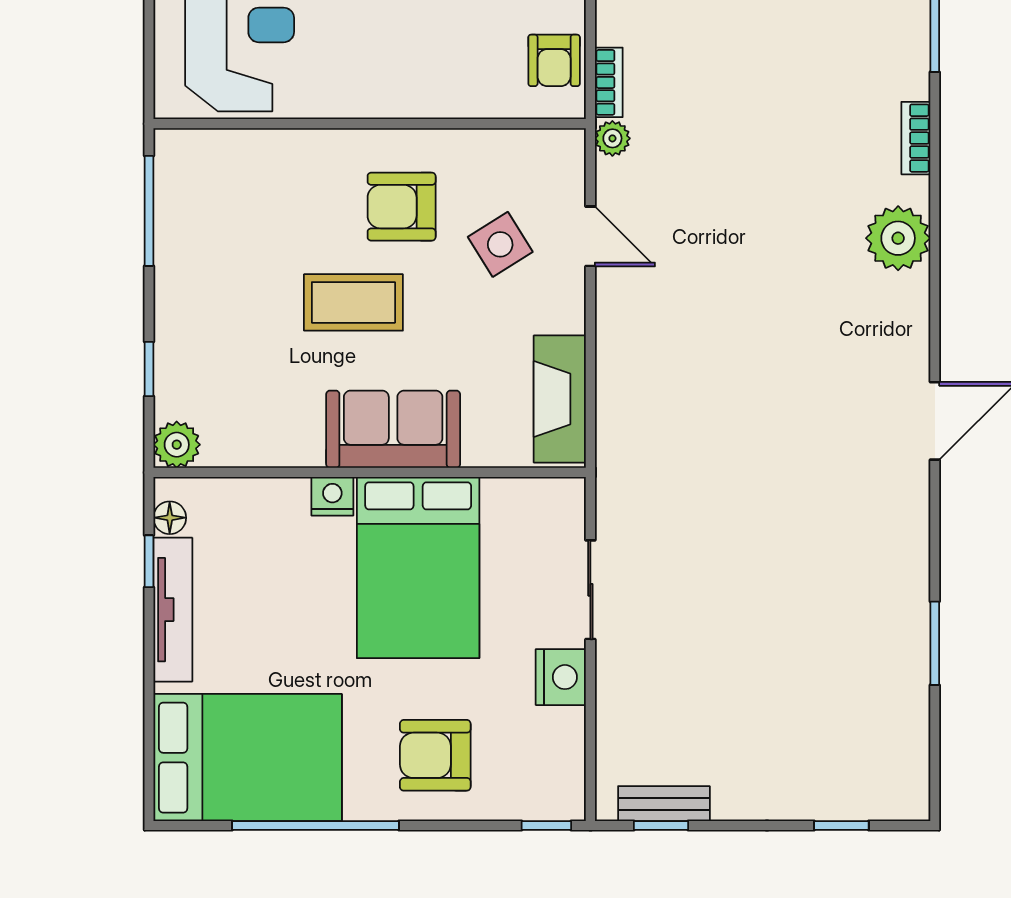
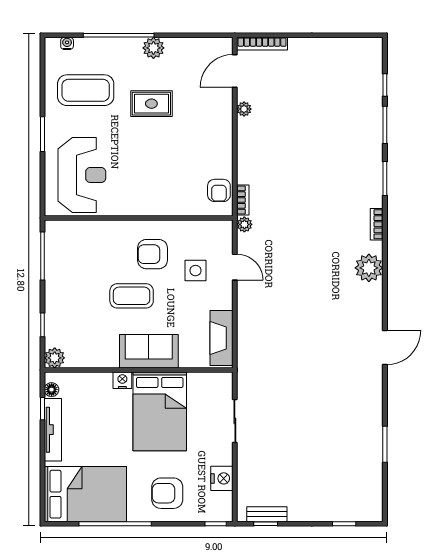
side table: (500, 244) -> (196, 271), turned 32
nightstand: (561, 677) -> (222, 478), moved

